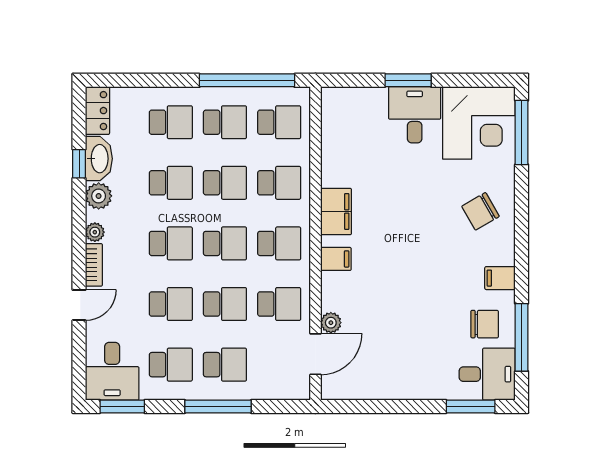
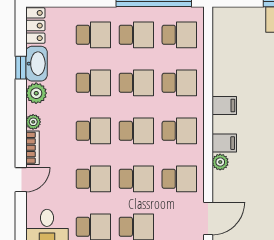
filing cabinet: (336, 211) -> (224, 105), width x0.50
plant: (331, 323) -> (220, 162), moved

